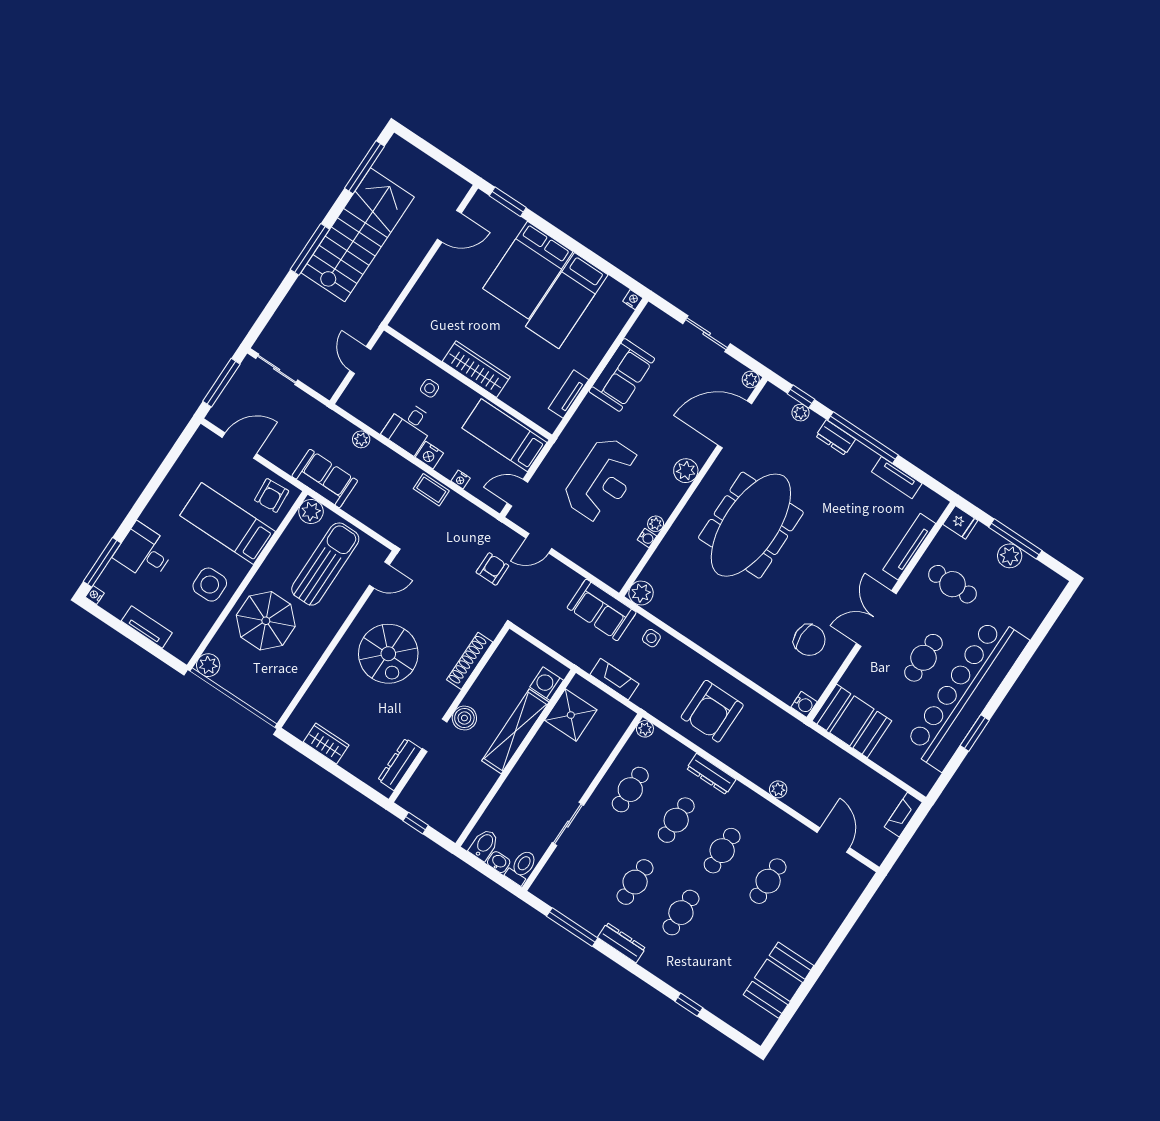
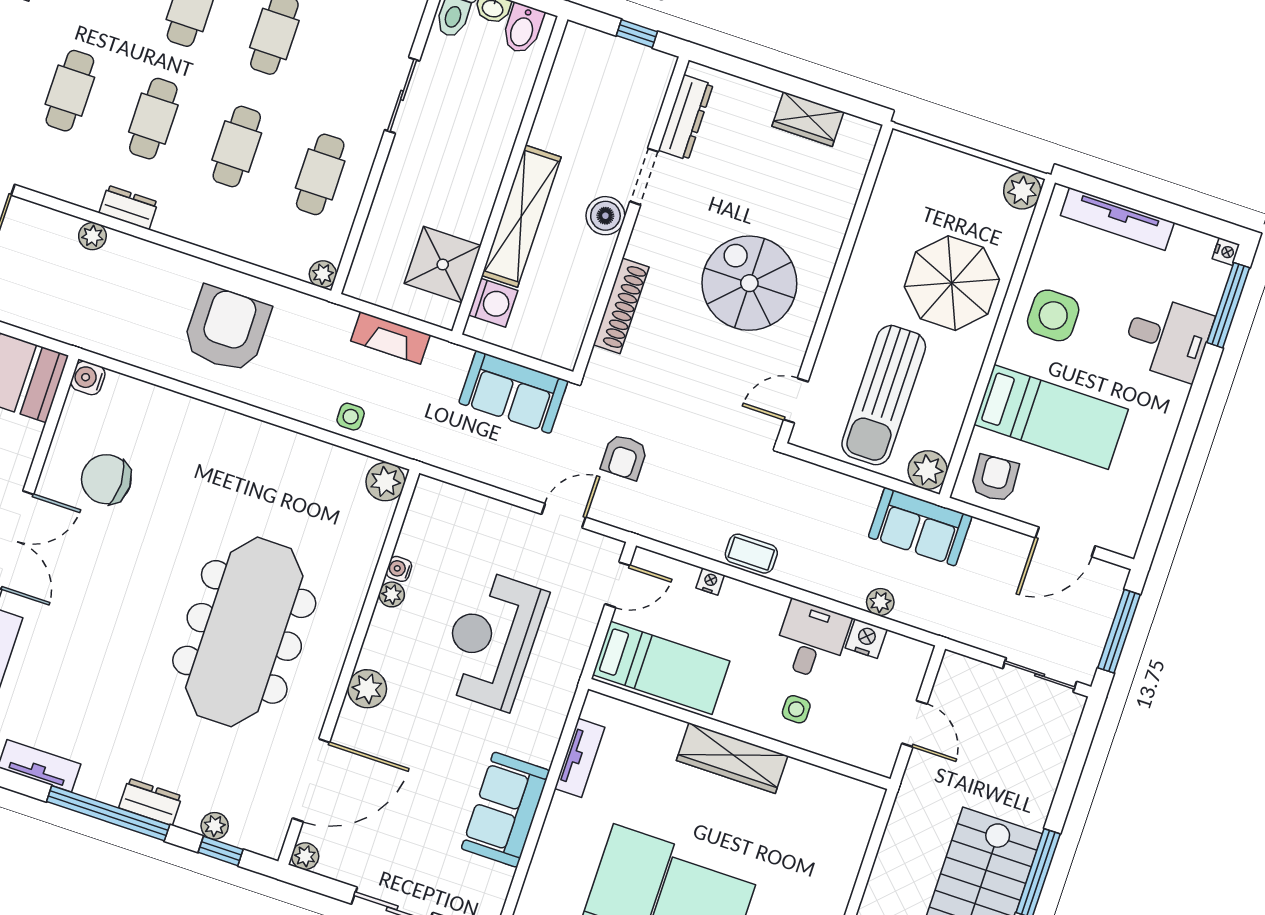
nightstand: (429, 455) -> (866, 639), moved
sofa: (602, 610) -> (513, 392), moved, turned 180
tv unit: (147, 627) -> (1117, 219), width x1.41
dresser: (711, 774) -> (128, 207), moved, width x0.70

